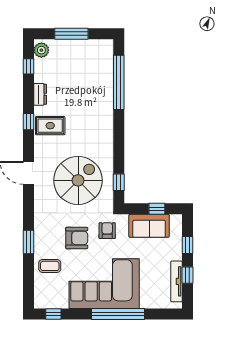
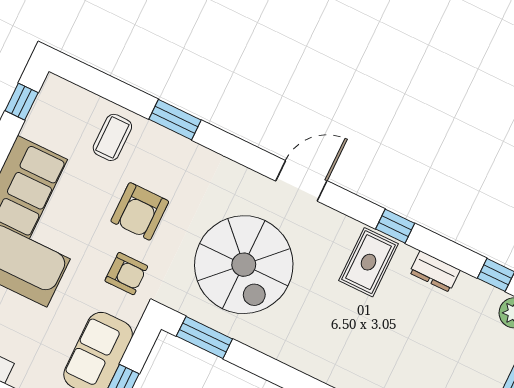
window: (119, 182) -> (204, 338), width x1.50

